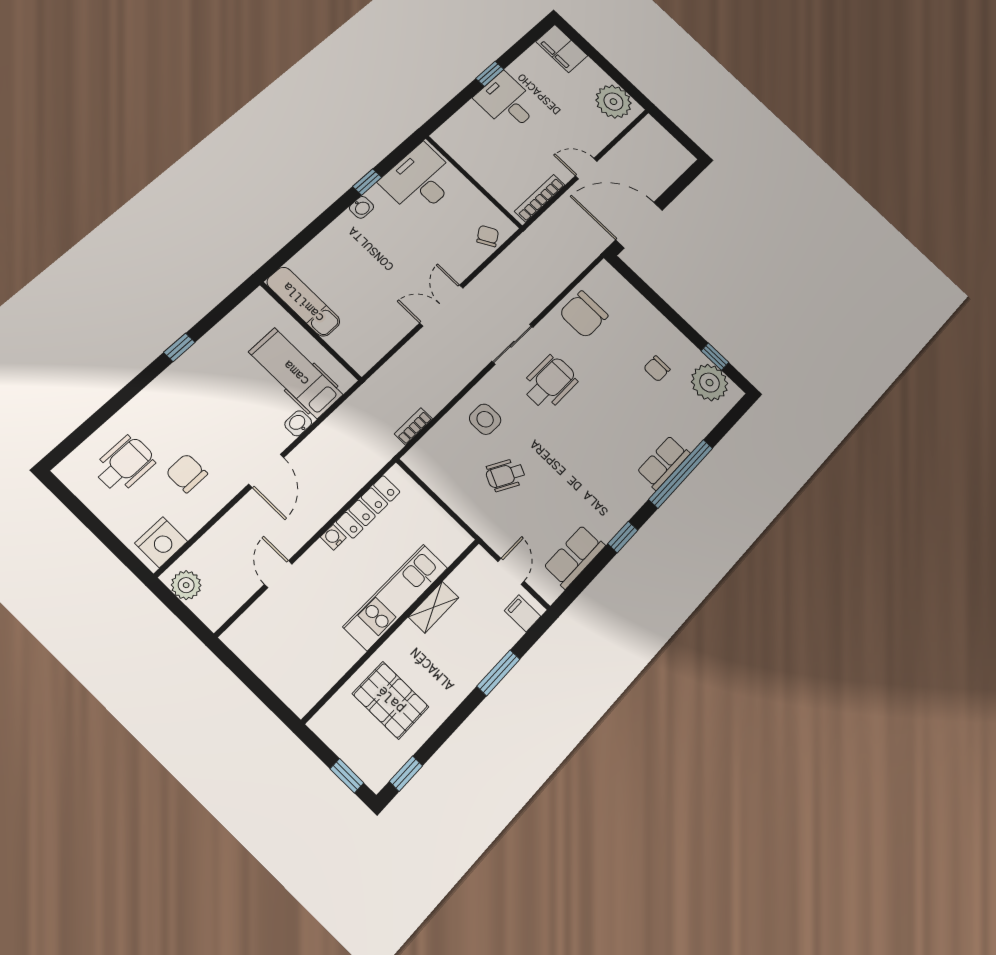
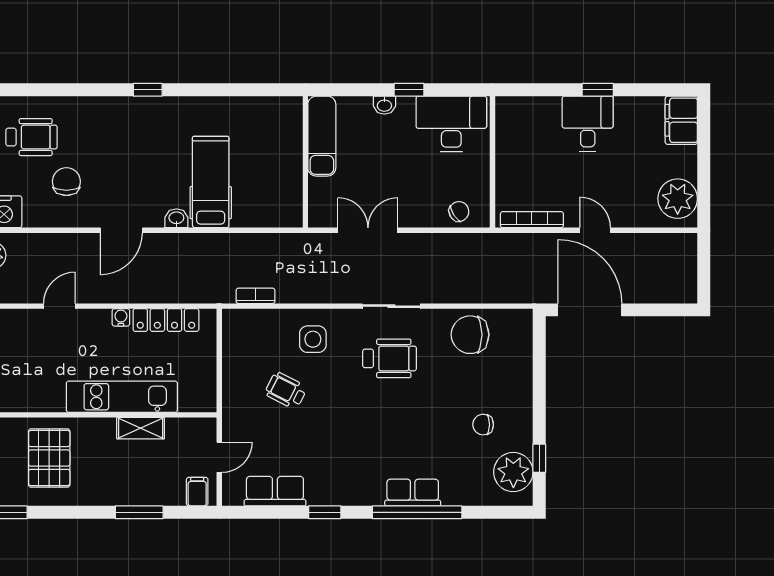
exam couch: (303, 302) -> (322, 136), moved
wall: (311, 331) -> (305, 162), moved

